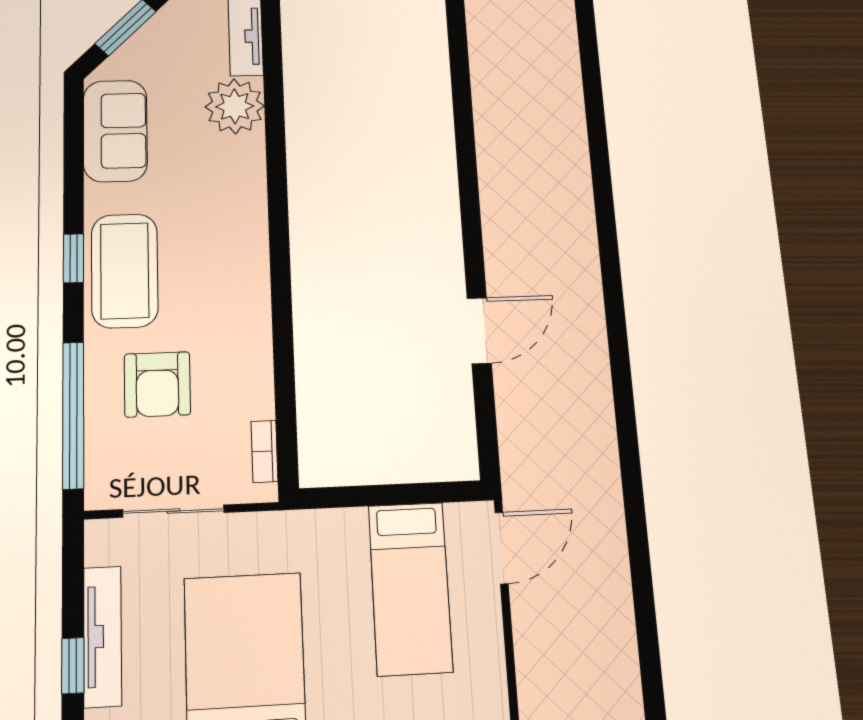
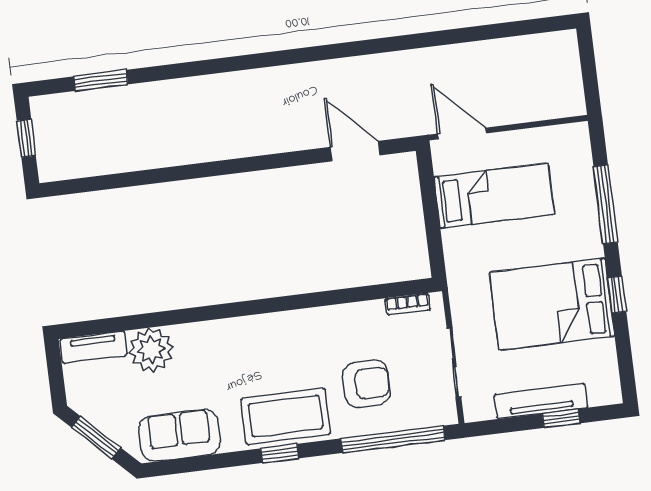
window: (592, 79) -> (101, 80), added
door: (479, 331) -> (355, 151), moved

